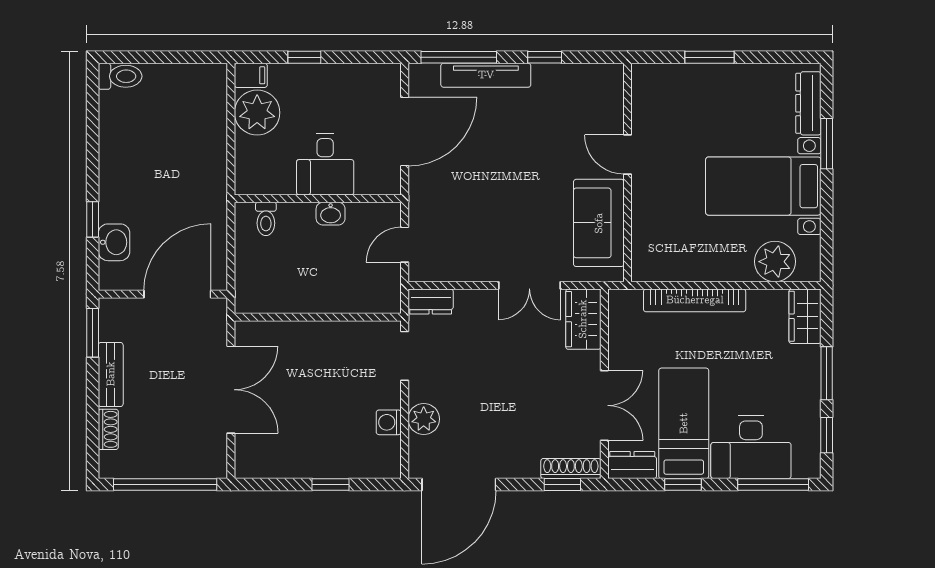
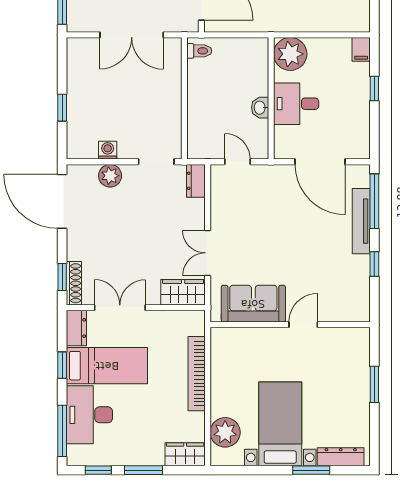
plant: (257, 113) -> (290, 54), moved
toilet: (266, 219) -> (199, 51), moved, turned 180
double door: (604, 405) -> (120, 308), swing flipped

